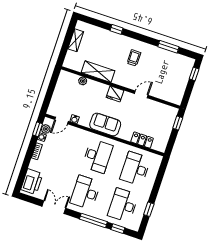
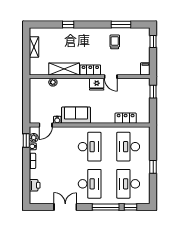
trolley: (134, 58) -> (115, 42), moved
locker: (123, 81) -> (90, 70), added
fridge: (115, 94) -> (97, 84), moved
door: (141, 94) -> (111, 77), swing flipped
filing cabinet: (178, 98) -> (145, 69), added
sofa: (105, 124) -> (76, 115), moved
printer: (32, 182) -> (35, 185), width x0.53, depth x0.68
desk: (85, 193) -> (90, 184), turned 180
window: (149, 209) -> (153, 167), moved

